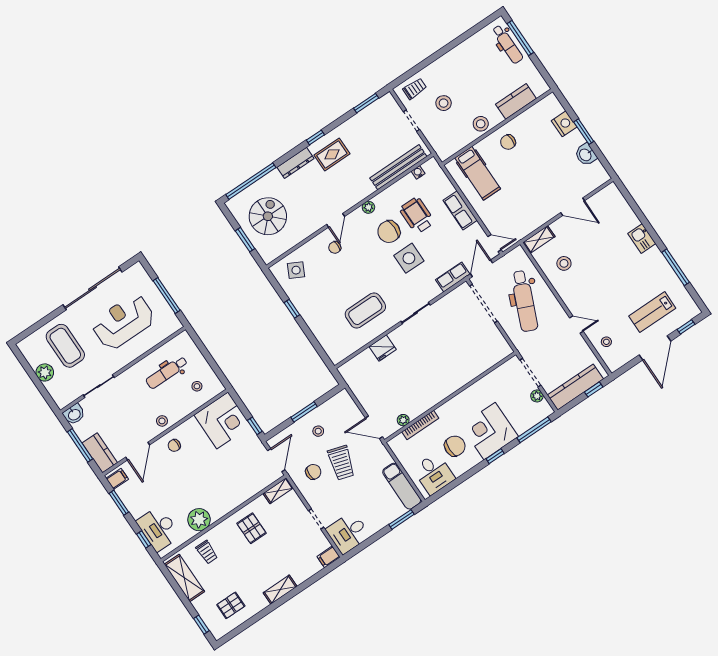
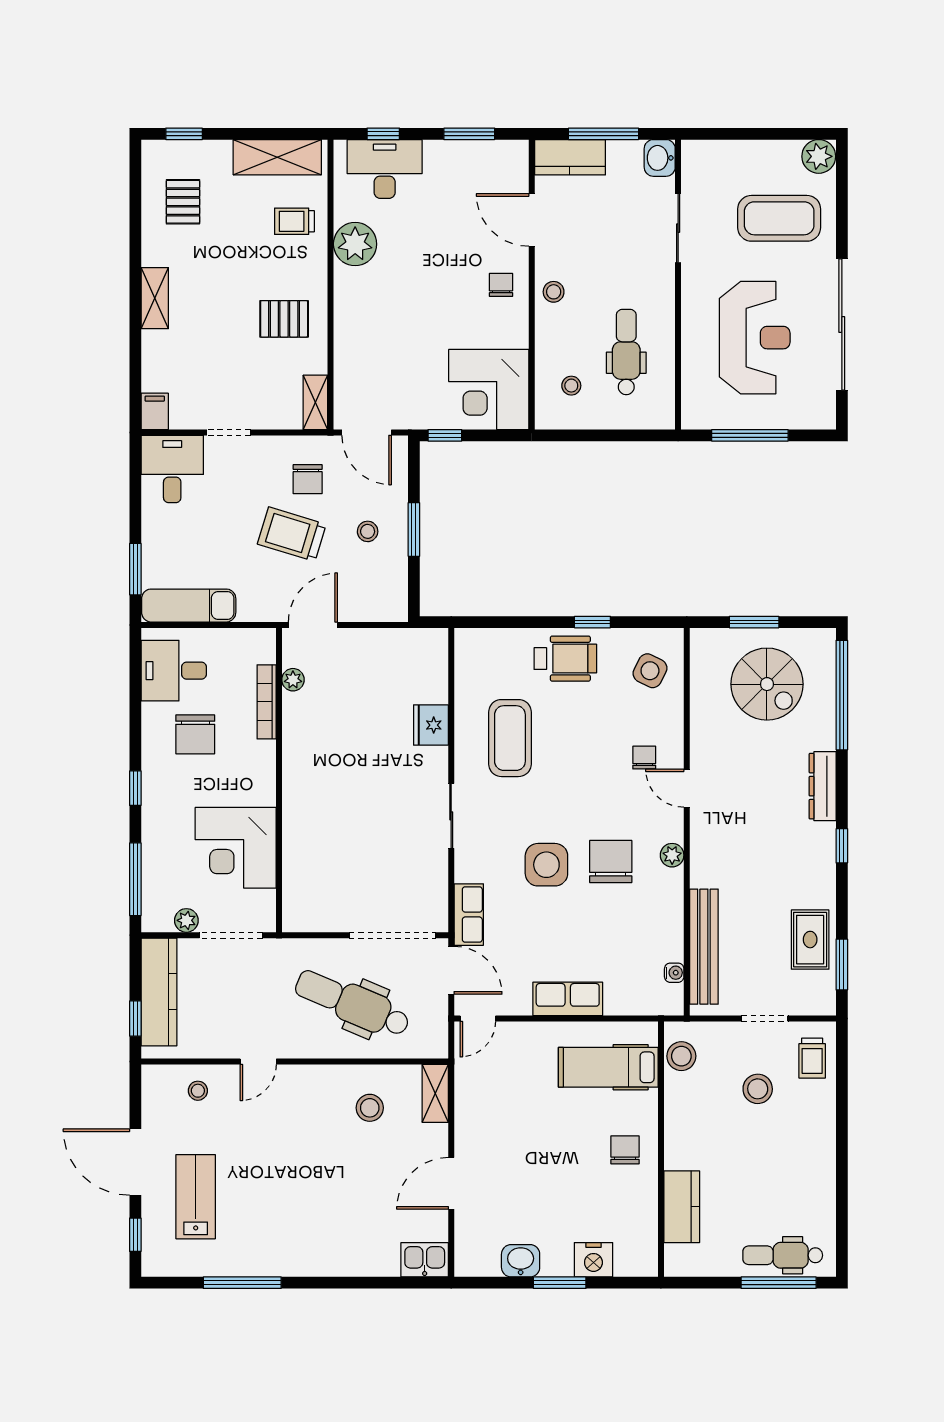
stool: (481, 124) -> (681, 1056), moved
rug: (332, 154) -> (810, 940), moved
wheelchair: (417, 215) -> (565, 659), moved
kitchen sink: (642, 239) -> (425, 1260), moved
plant: (45, 372) -> (819, 156), moved
corner desk: (490, 431) -> (236, 848), moved, turned 180
filing cabinet: (117, 479) -> (509, 157), removed

